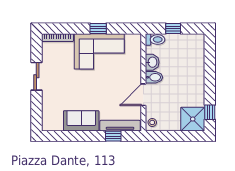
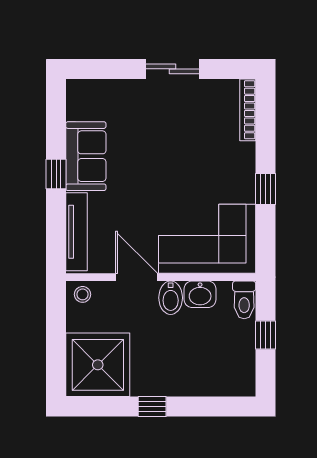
corner sofa: (99, 51) -> (207, 239), moved, turned 90
window: (210, 112) -> (152, 407), moved
shower: (193, 119) -> (98, 365), width x1.37, depth x1.37
window: (113, 136) -> (56, 174), moved

